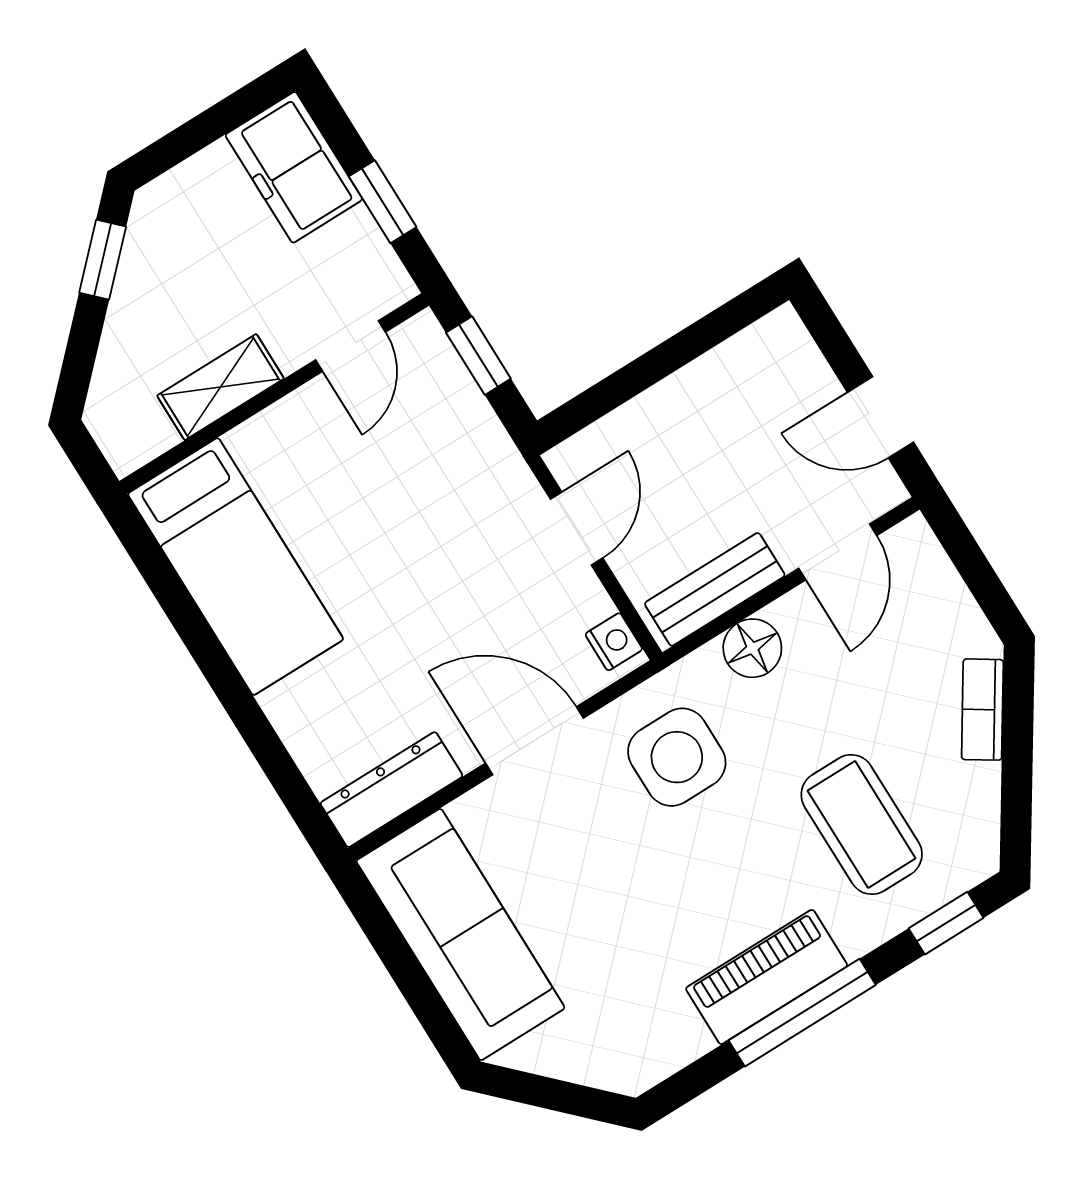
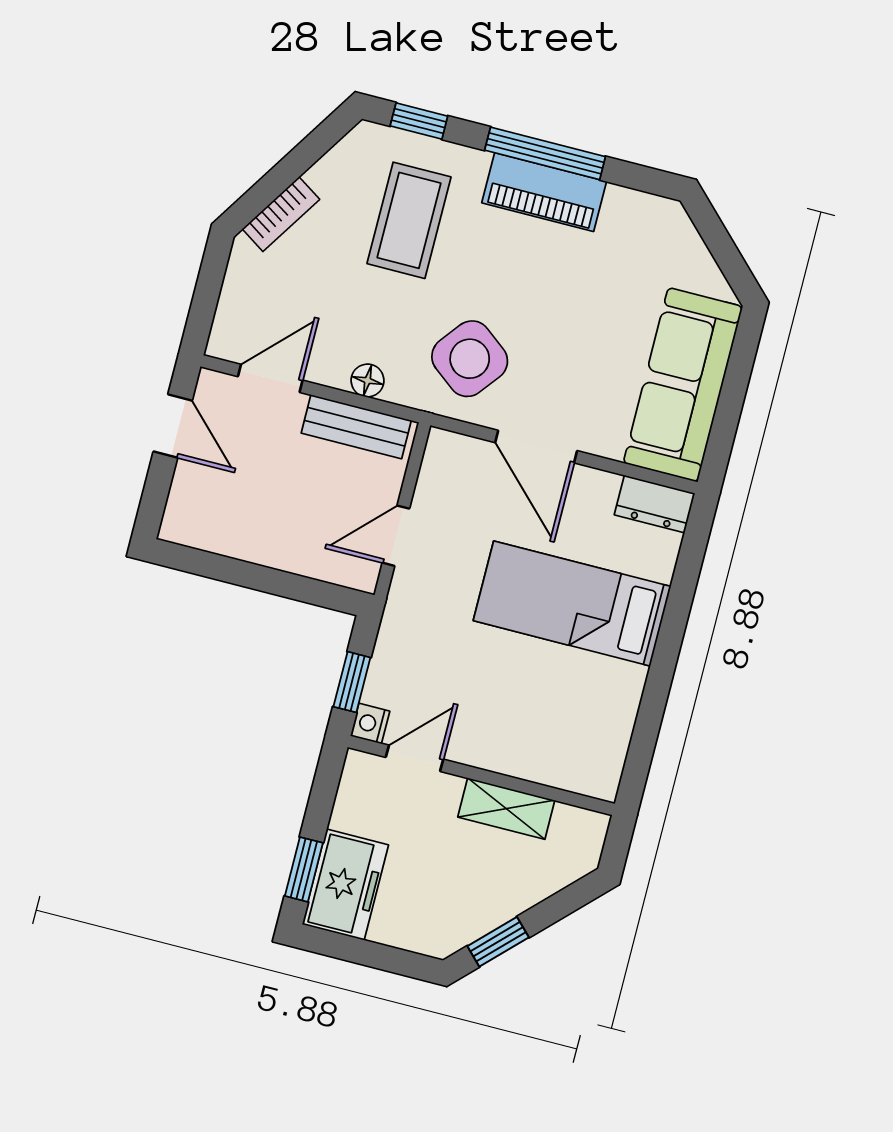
window: (383, 202) -> (304, 869), moved
bed: (236, 567) -> (572, 604), moved, turned -90
nightstand: (614, 642) -> (370, 724), moved
floor lamp: (752, 648) -> (367, 380), width x0.73, depth x0.73
side table: (677, 757) -> (470, 359), turned 38
dresser: (391, 790) -> (655, 504), width x0.70

